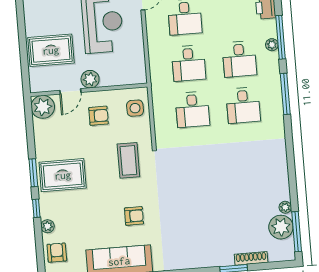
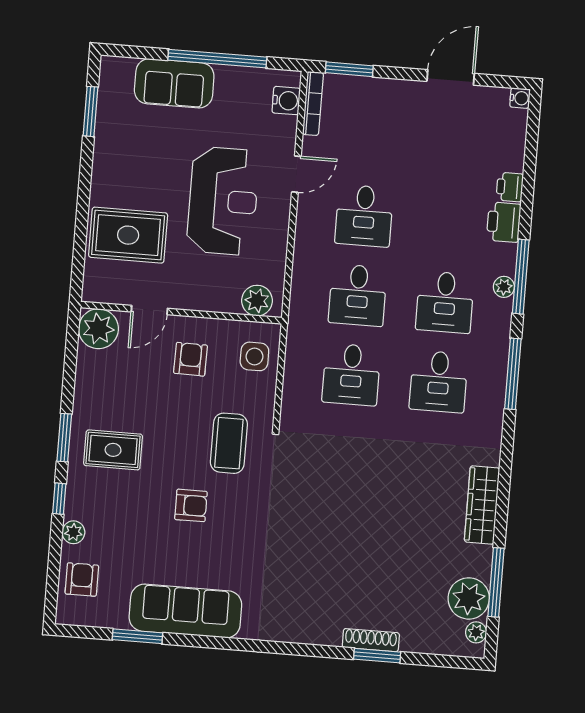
plant: (90, 79) -> (257, 301), moved
armchair: (99, 116) -> (191, 359), turned -89
wardrobe: (280, 172) -> (482, 505), added
rug: (63, 175) -> (113, 450), width x0.73, depth x0.70
plant: (285, 207) -> (476, 632), moved
armchair: (134, 216) -> (191, 505), moved
window: (297, 232) -> (496, 582), moved
shoe rack: (251, 258) -> (371, 640), moved

